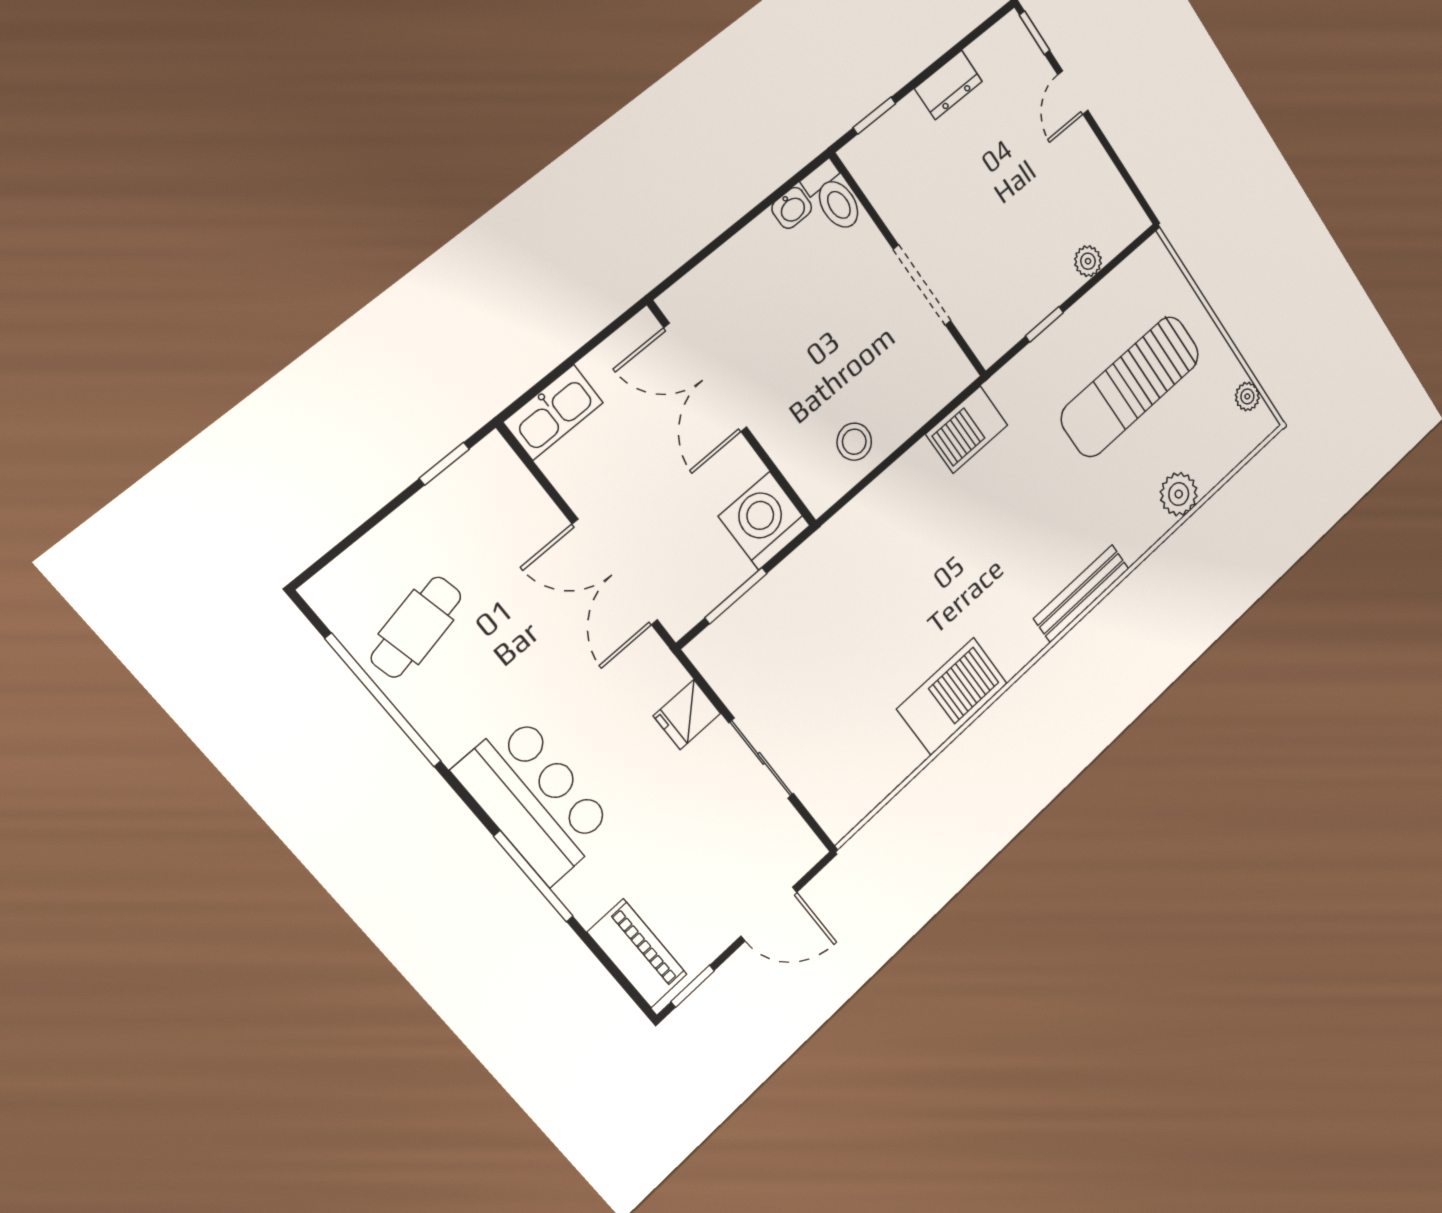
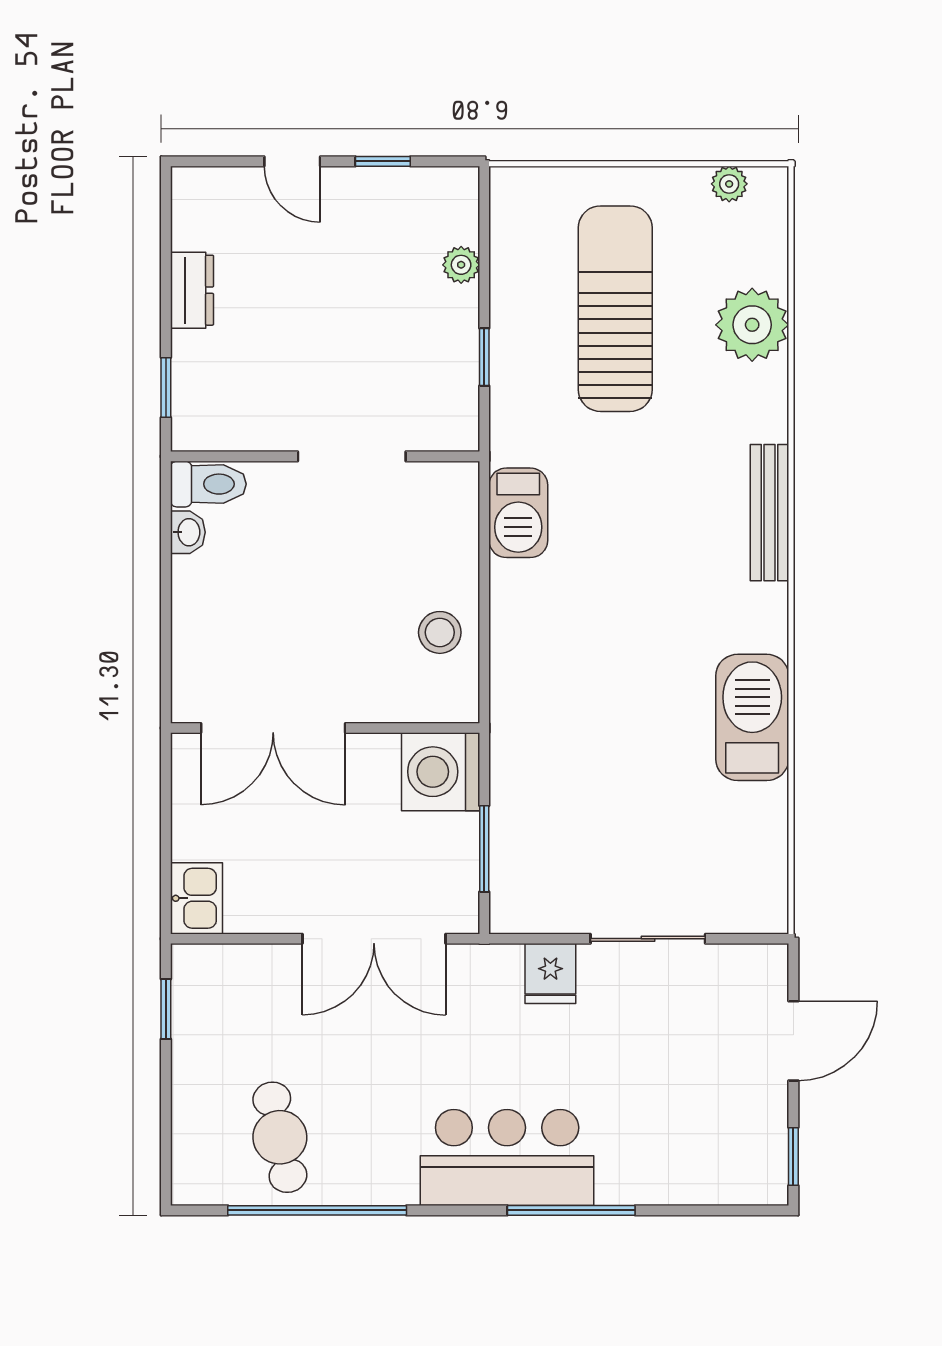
window: (1035, 33) -> (383, 161), moved
sun lounger: (1130, 386) -> (615, 309), turned 180
kitchen sink: (553, 412) -> (196, 898), width x0.73
plant: (1179, 494) -> (752, 325), width x1.36, depth x1.36
piano: (637, 953) -> (719, 1179), removed

